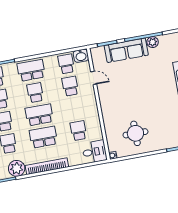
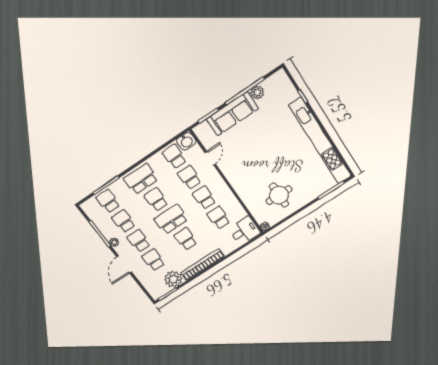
door: (94, 78) -> (210, 158), hinge flipped
school desk: (74, 108) -> (204, 198), added
school desk: (43, 137) -> (186, 239), width x0.54

